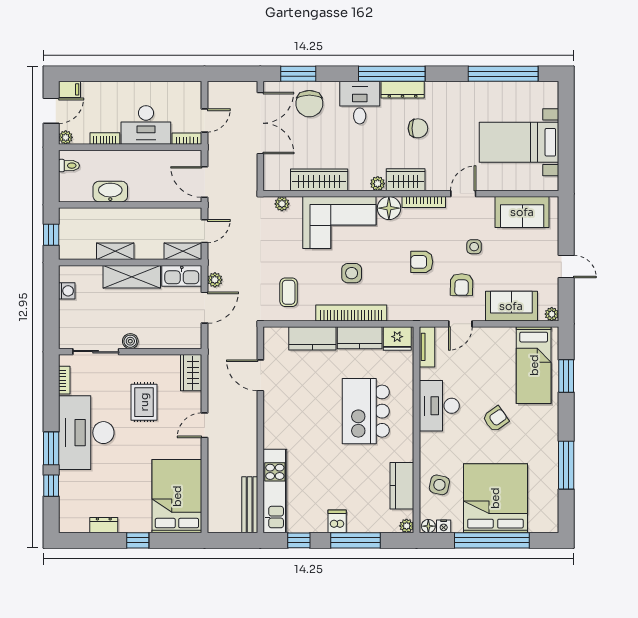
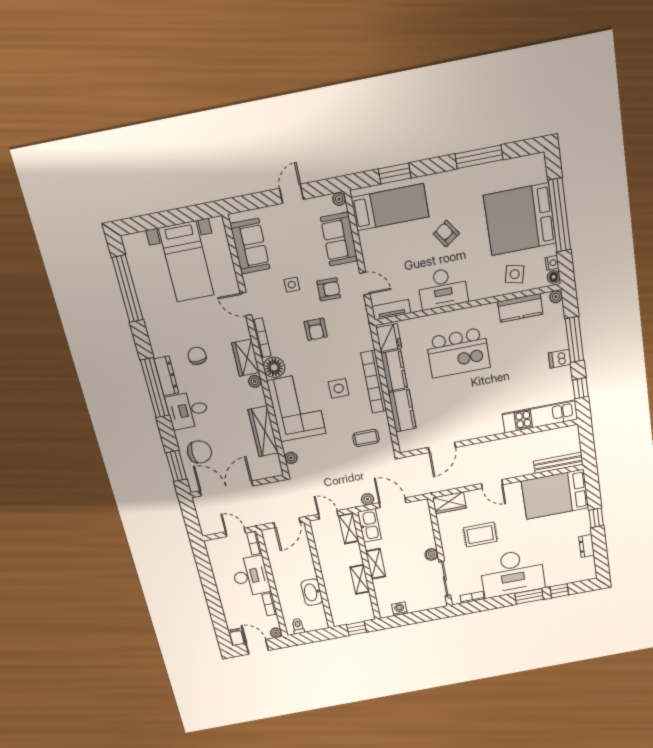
shelving: (132, 277) -> (376, 564), width x0.67, depth x0.75
bench: (250, 505) -> (558, 463), moved

